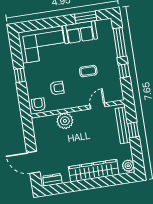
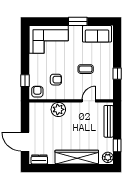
window: (86, 17) -> (78, 21), moved
sofa: (80, 32) -> (97, 34), moved
window: (120, 42) -> (117, 48), removed
window: (20, 75) -> (25, 81), moved
window: (133, 130) -> (117, 145), moved

